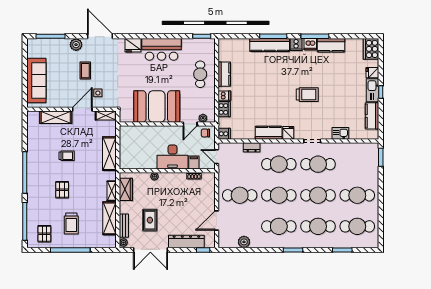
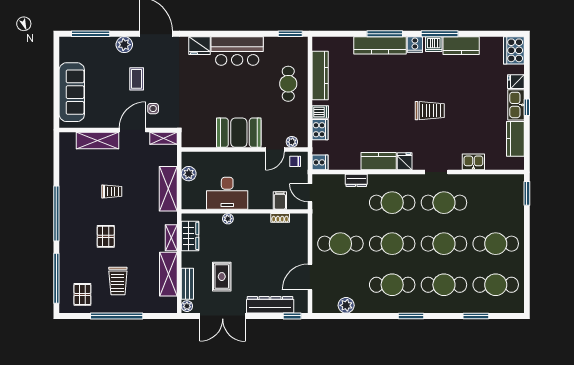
kitchen counter: (224, 74) -> (320, 75), width x1.50
booth: (157, 106) -> (239, 133), width x0.73, depth x0.70
plant: (125, 142) -> (189, 174), added
desk: (173, 157) -> (227, 193), moved

